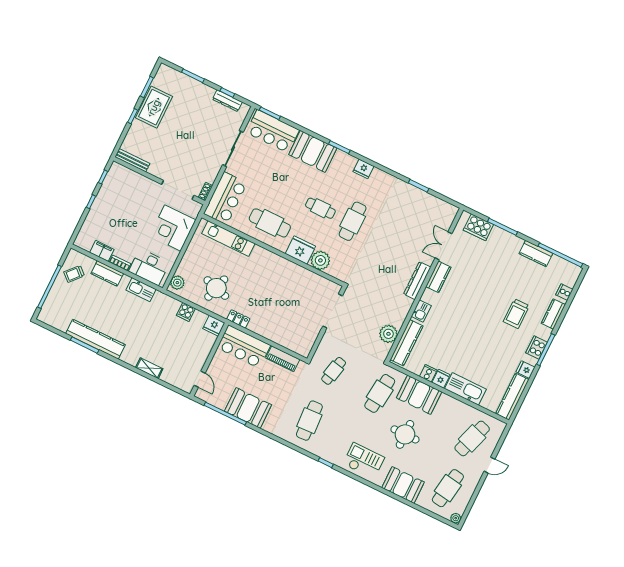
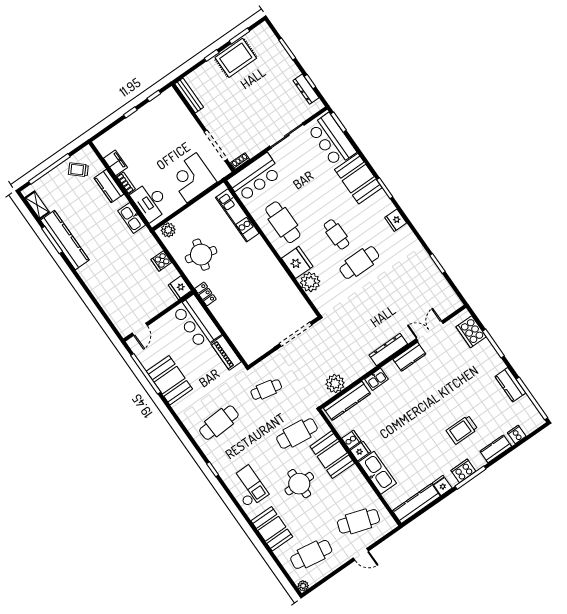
shelving: (149, 368) -> (37, 205), moved

